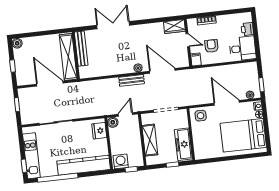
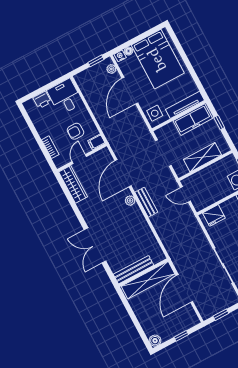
wardrobe: (174, 26) -> (73, 184), width x1.50
boiler: (113, 122) -> (199, 205), removed
tv unit: (198, 143) -> (185, 105), added

